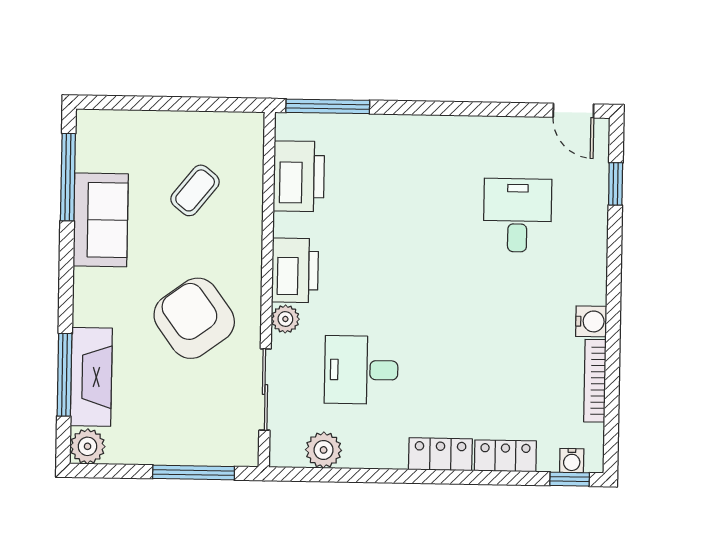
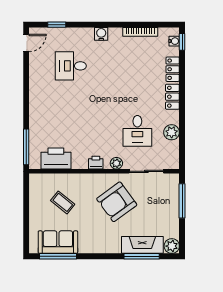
sofa: (101, 220) -> (58, 242), moved
printer: (295, 270) -> (96, 163), width x0.53, depth x0.68
water cooler: (591, 321) -> (101, 34), moved
plant: (324, 450) -> (172, 132), moved

